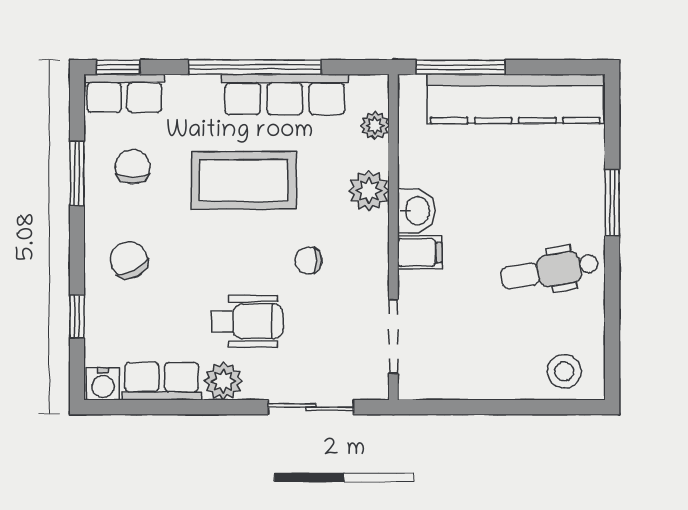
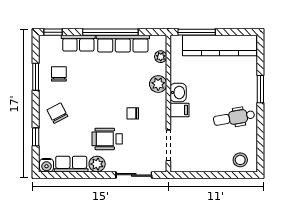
row of seats: (124, 93) -> (78, 43), moved
coffee table: (244, 180) -> (106, 80), removed
wheelchair: (247, 321) -> (107, 139), turned 180

